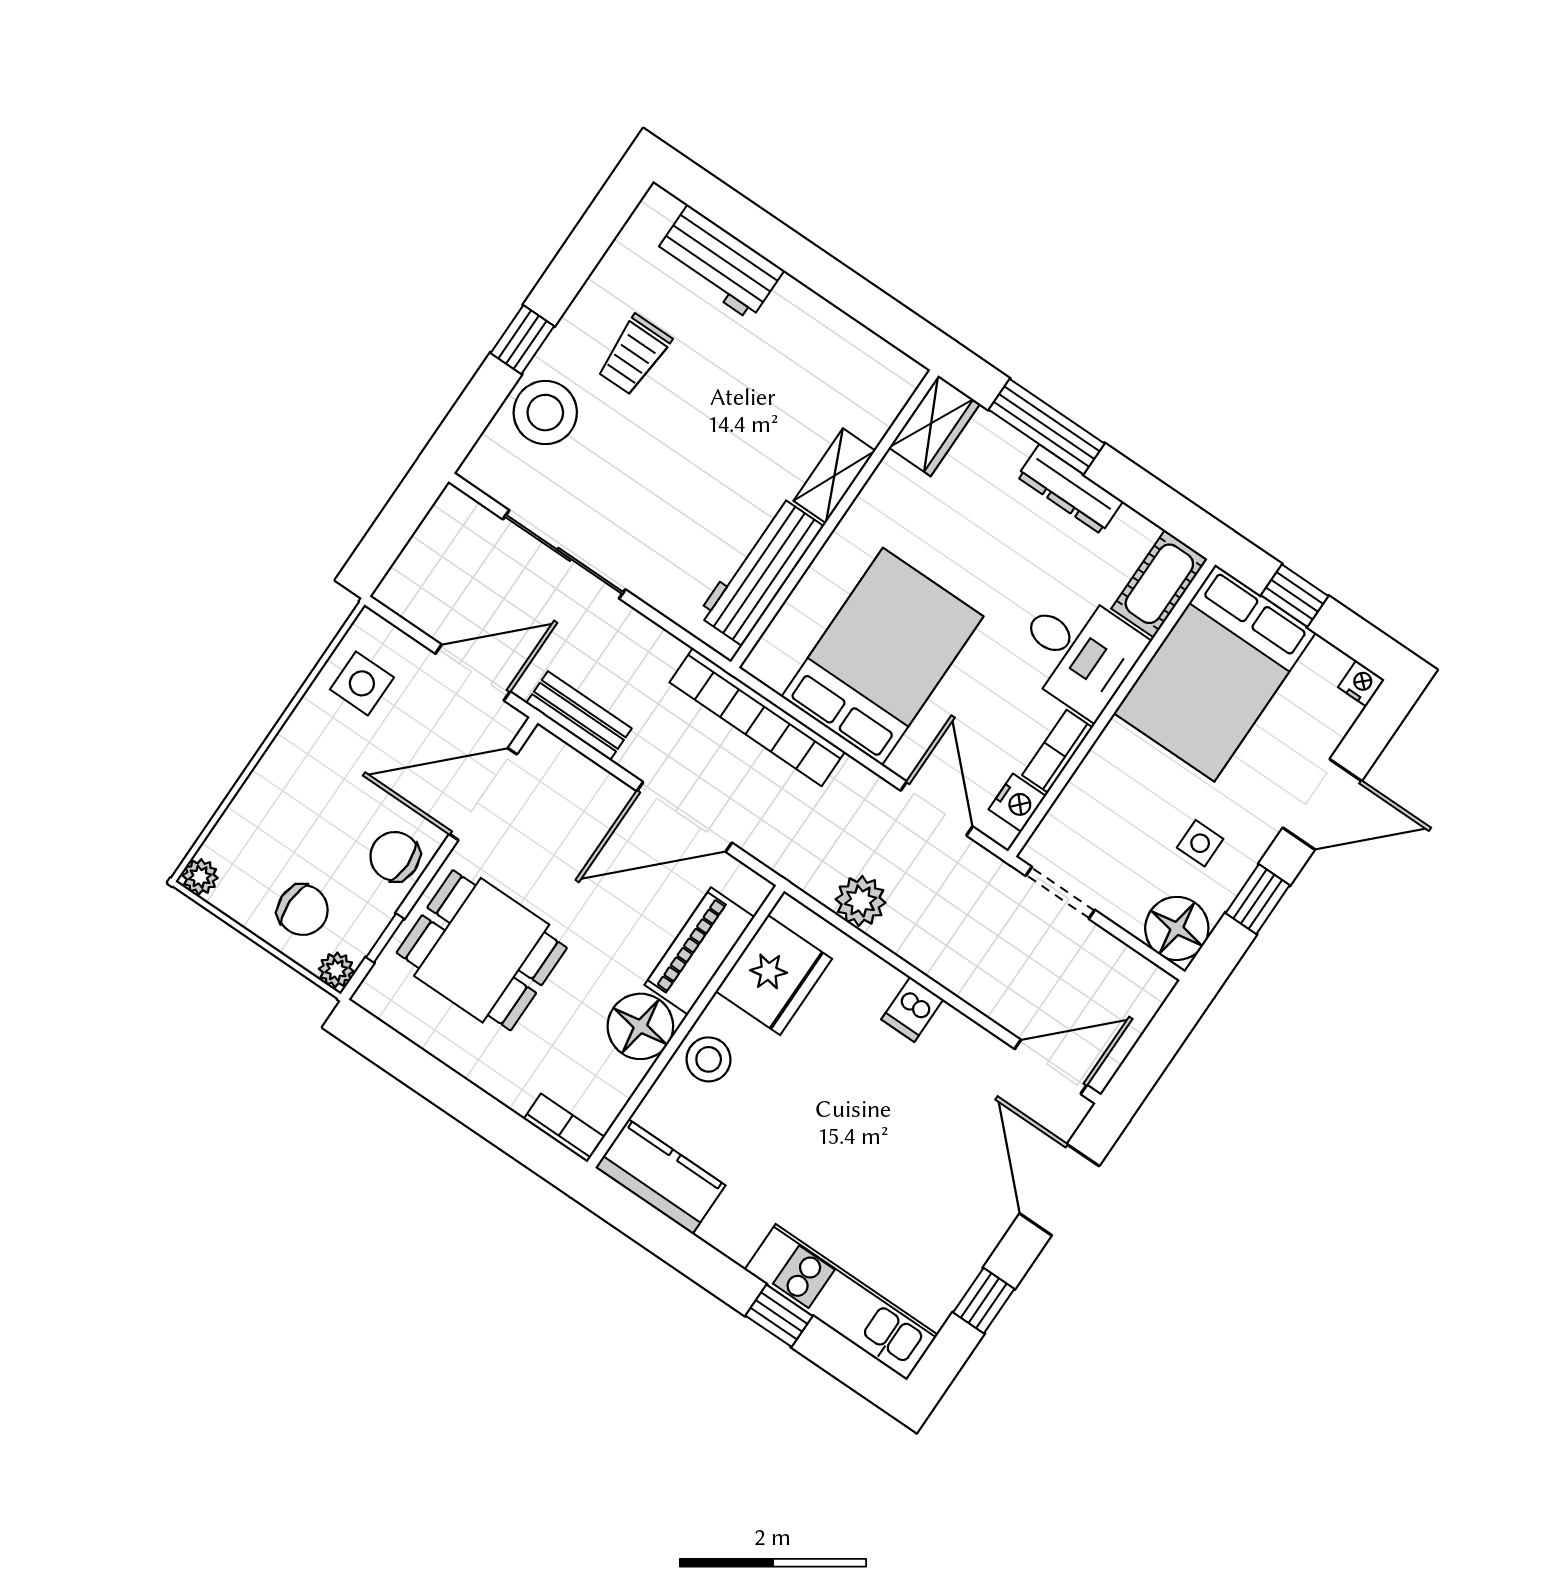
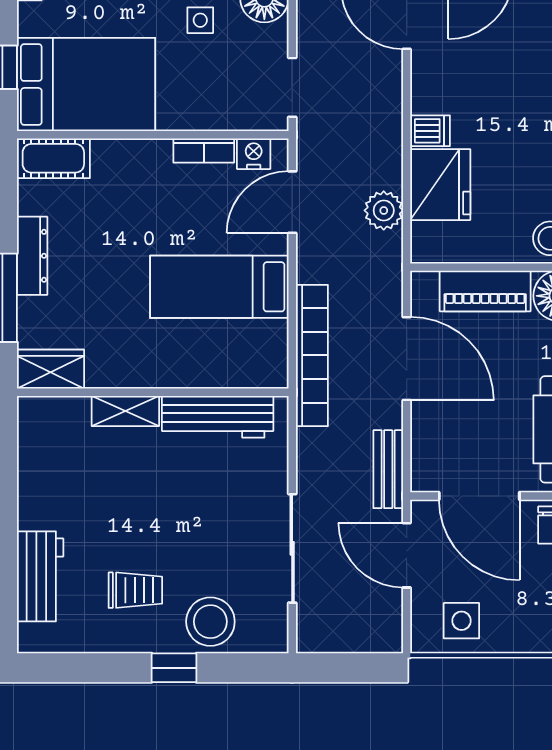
desk: (1078, 652) -> (132, 180), removed
bed: (882, 657) -> (219, 287), width x0.67
fridge: (774, 975) -> (440, 185), moved, turned 90

